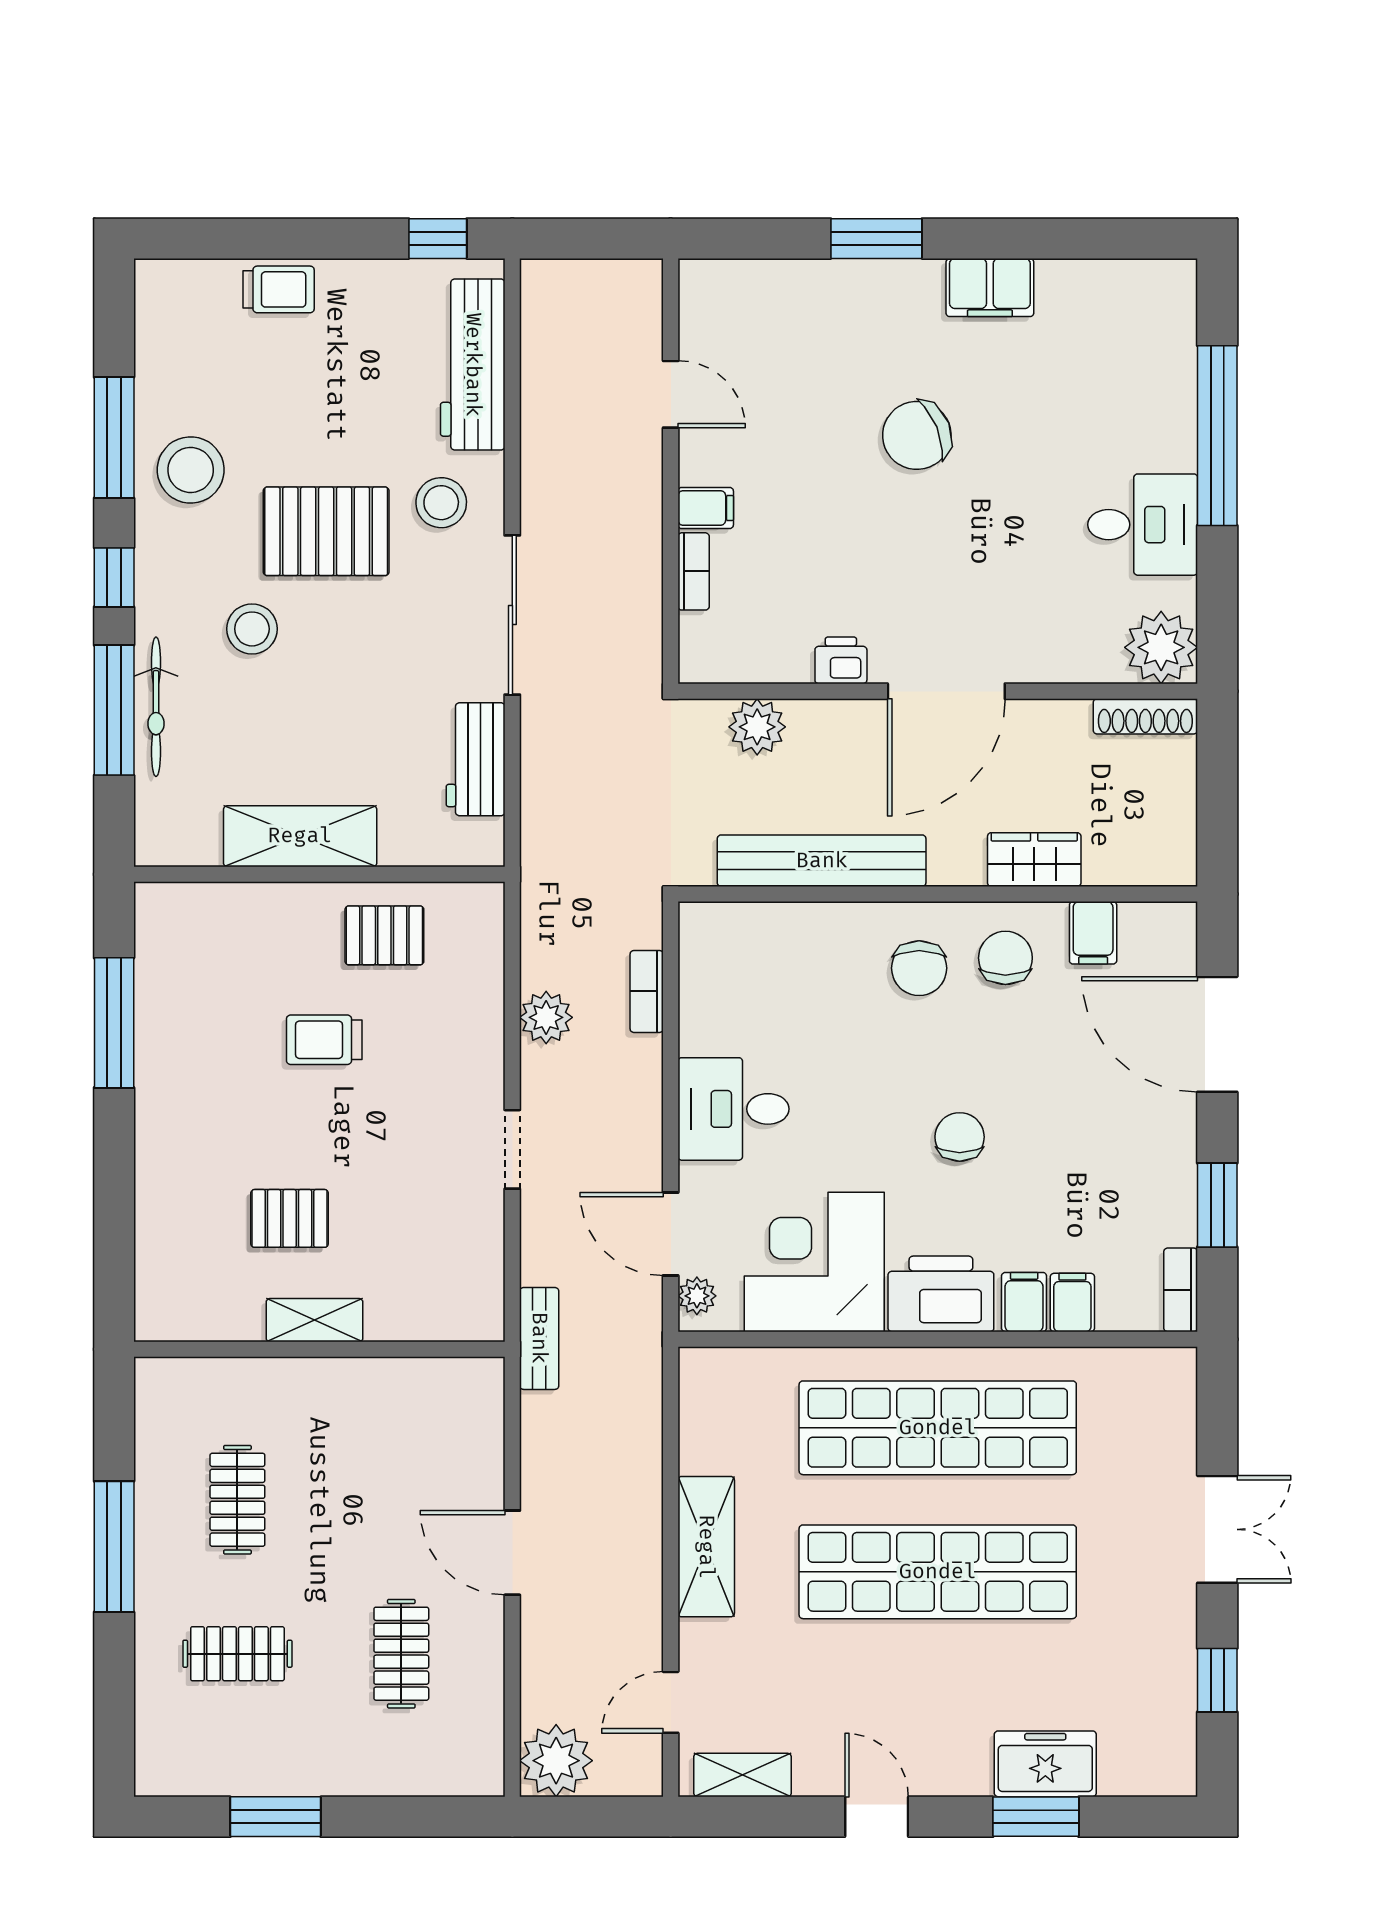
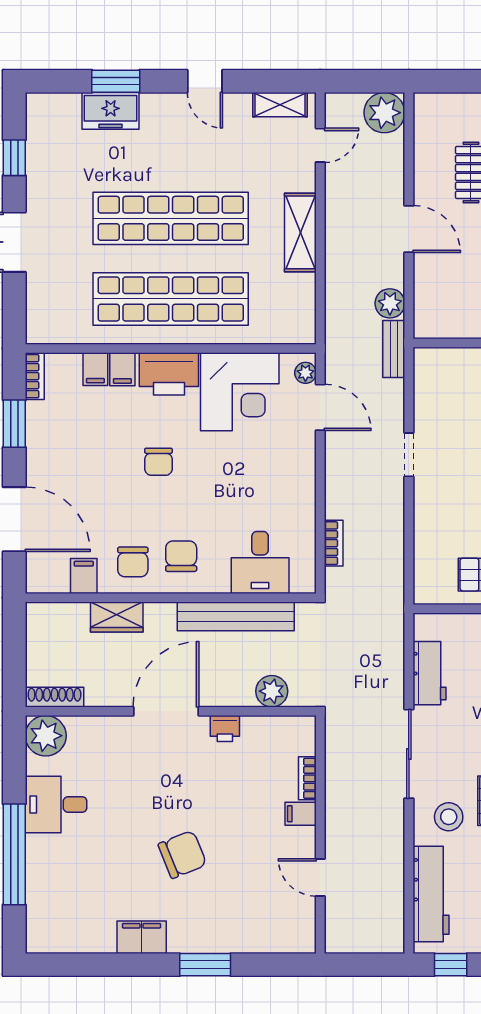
plant: (546, 1017) -> (390, 303), moved
desk: (733, 1109) -> (260, 562), moved, turned 90

